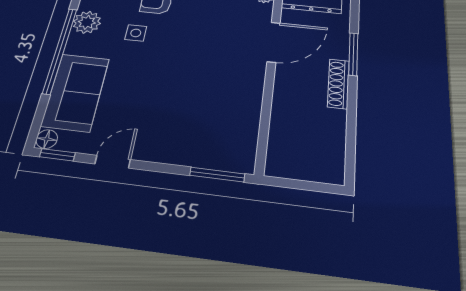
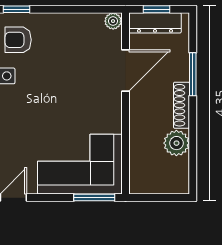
plant: (330, 124) -> (176, 143), added
corner sofa: (205, 133) -> (80, 164), added

